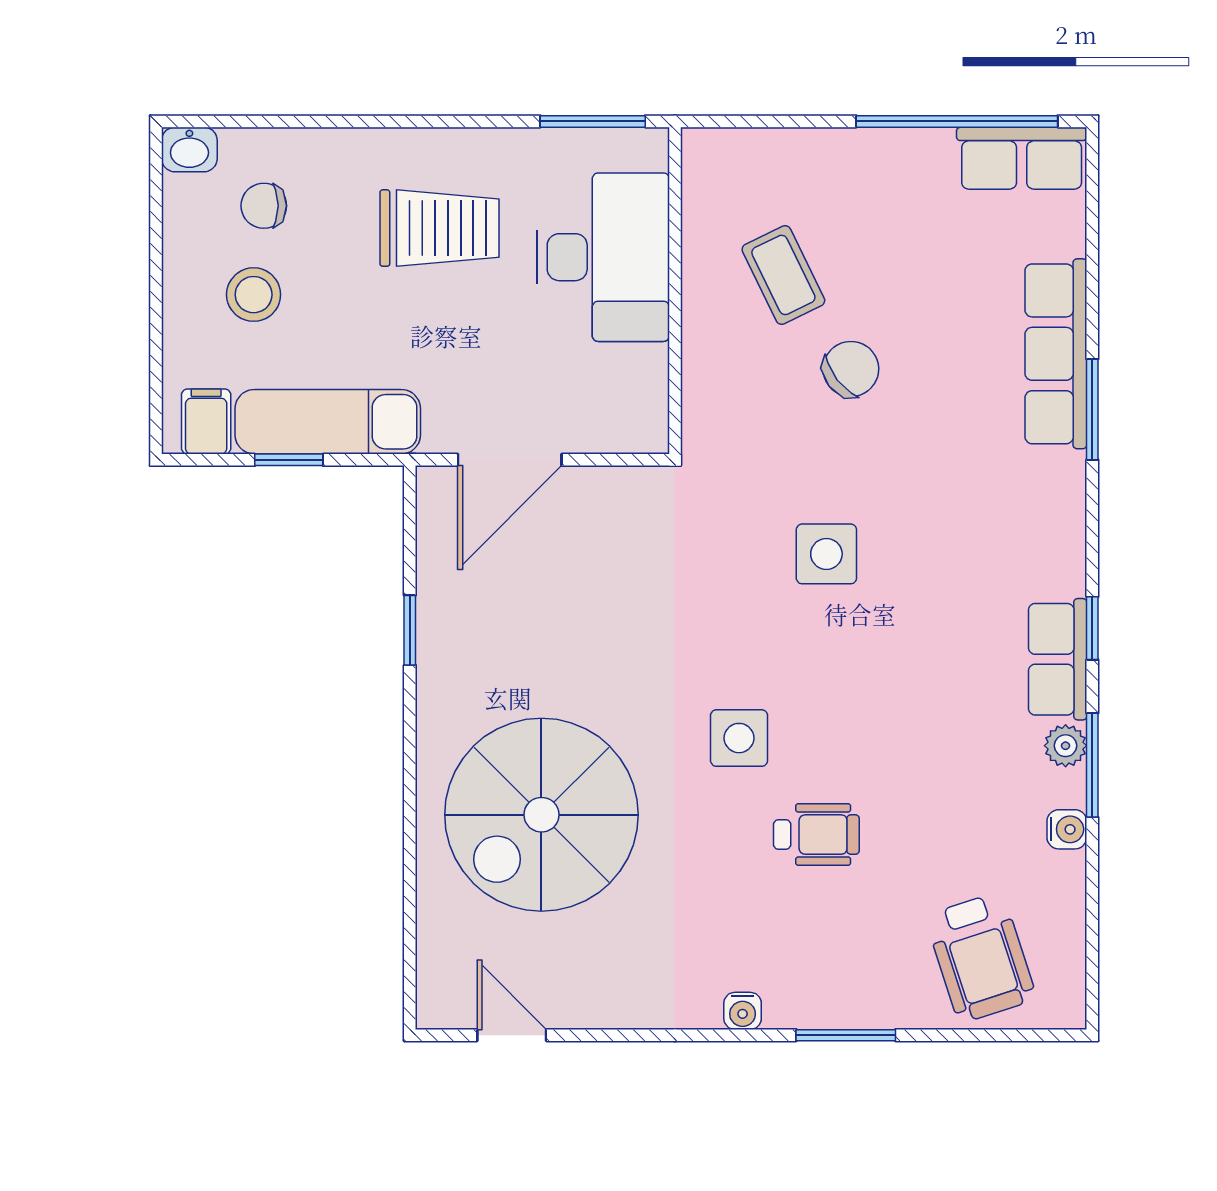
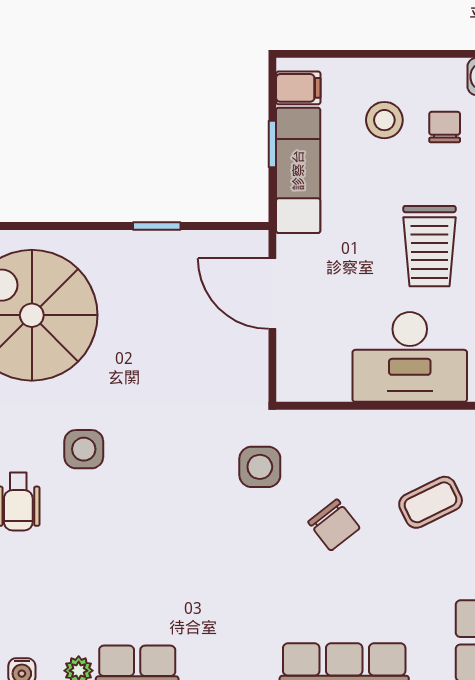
coffee table: (783, 275) -> (431, 502), moved
side table: (826, 554) -> (260, 467), moved

